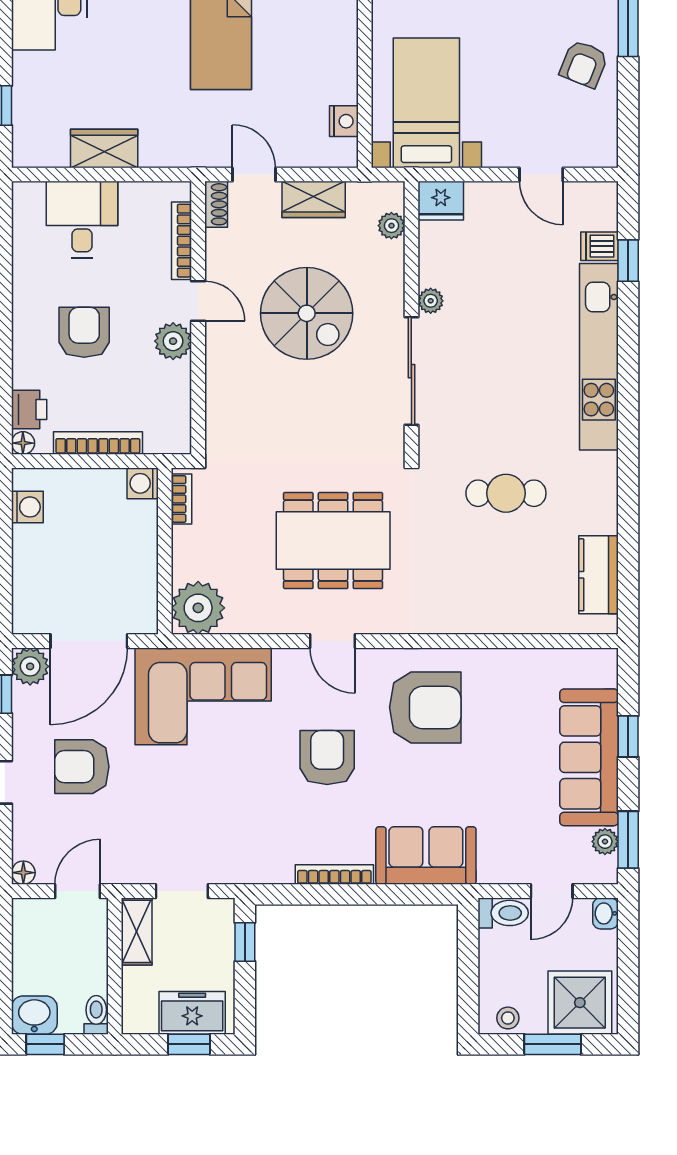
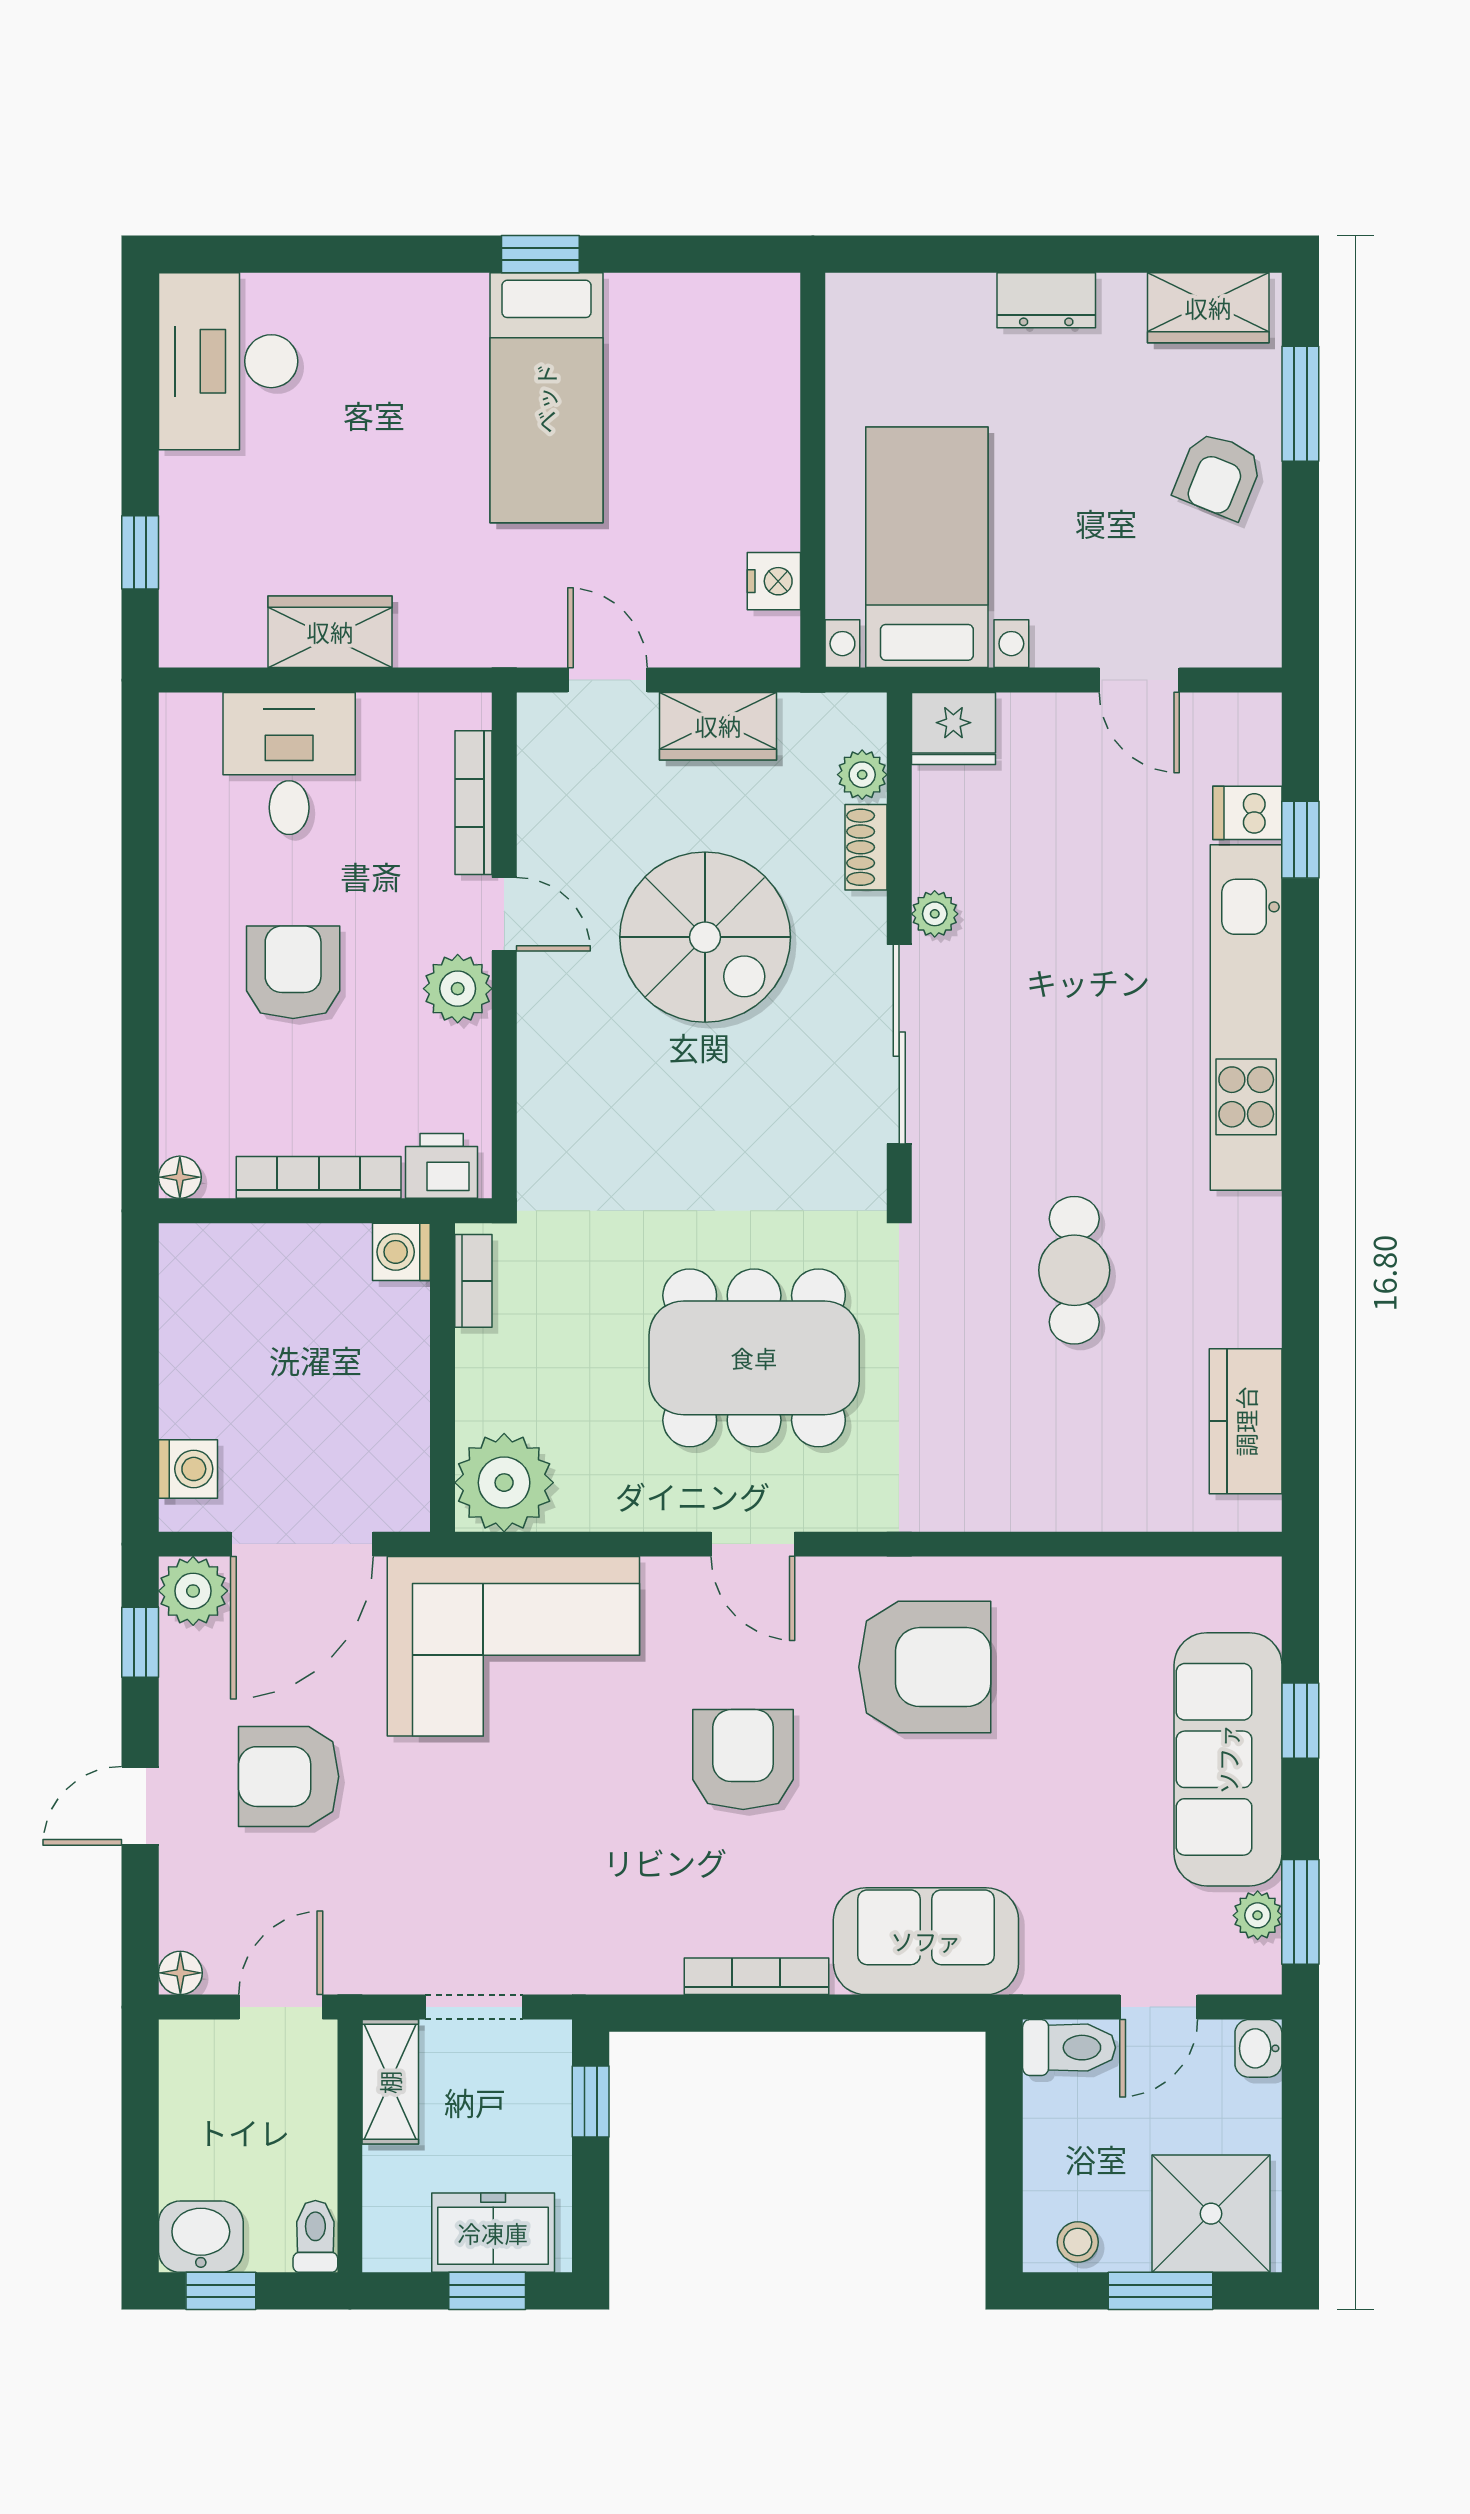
shoe rack: (216, 204) -> (866, 847), moved, turned 180
printer: (29, 410) -> (442, 1166), moved, turned -90
cafe table: (506, 493) -> (1074, 1270), turned 90
washing machine: (27, 507) -> (188, 1469), moved

